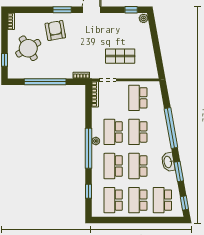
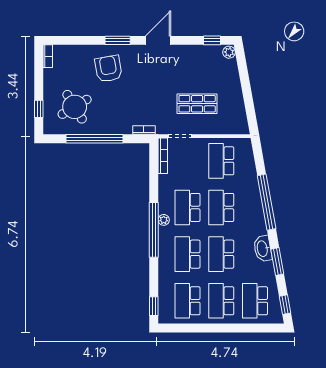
round table: (28, 48) -> (75, 107), moved
window: (89, 191) -> (154, 306), moved

